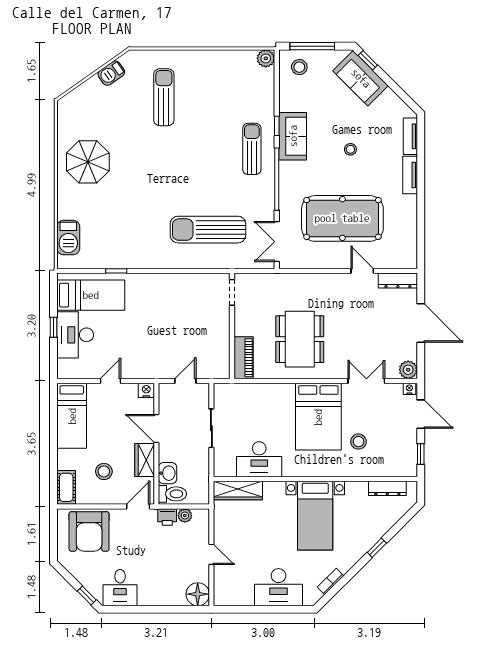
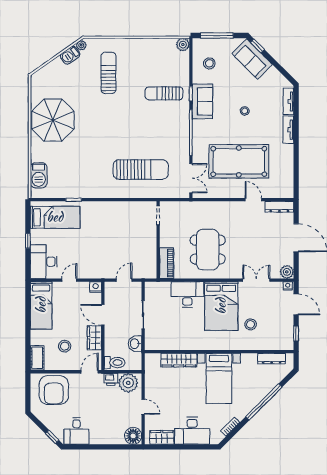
plant: (127, 60) -> (81, 45), added
stool: (299, 67) -> (209, 63), moved
sun lounger: (252, 149) -> (164, 93), moved, turned -90
parasol: (88, 162) -> (53, 120), width x1.36, depth x1.36
sun lounger: (208, 230) -> (141, 170), turned 180
double door: (277, 242) -> (191, 178), swing flipped
desk: (75, 335) -> (44, 262), moved
desk: (259, 459) -> (187, 294), moved, turned 180
washbasin: (168, 473) -> (135, 344), moved, turned 180
wardrobe: (238, 490) -> (179, 360), moved
plant: (185, 516) -> (128, 383), width x1.88, depth x1.88
window: (377, 548) -> (264, 402), width x3.17
wardrobe: (237, 596) -> (162, 437), added

